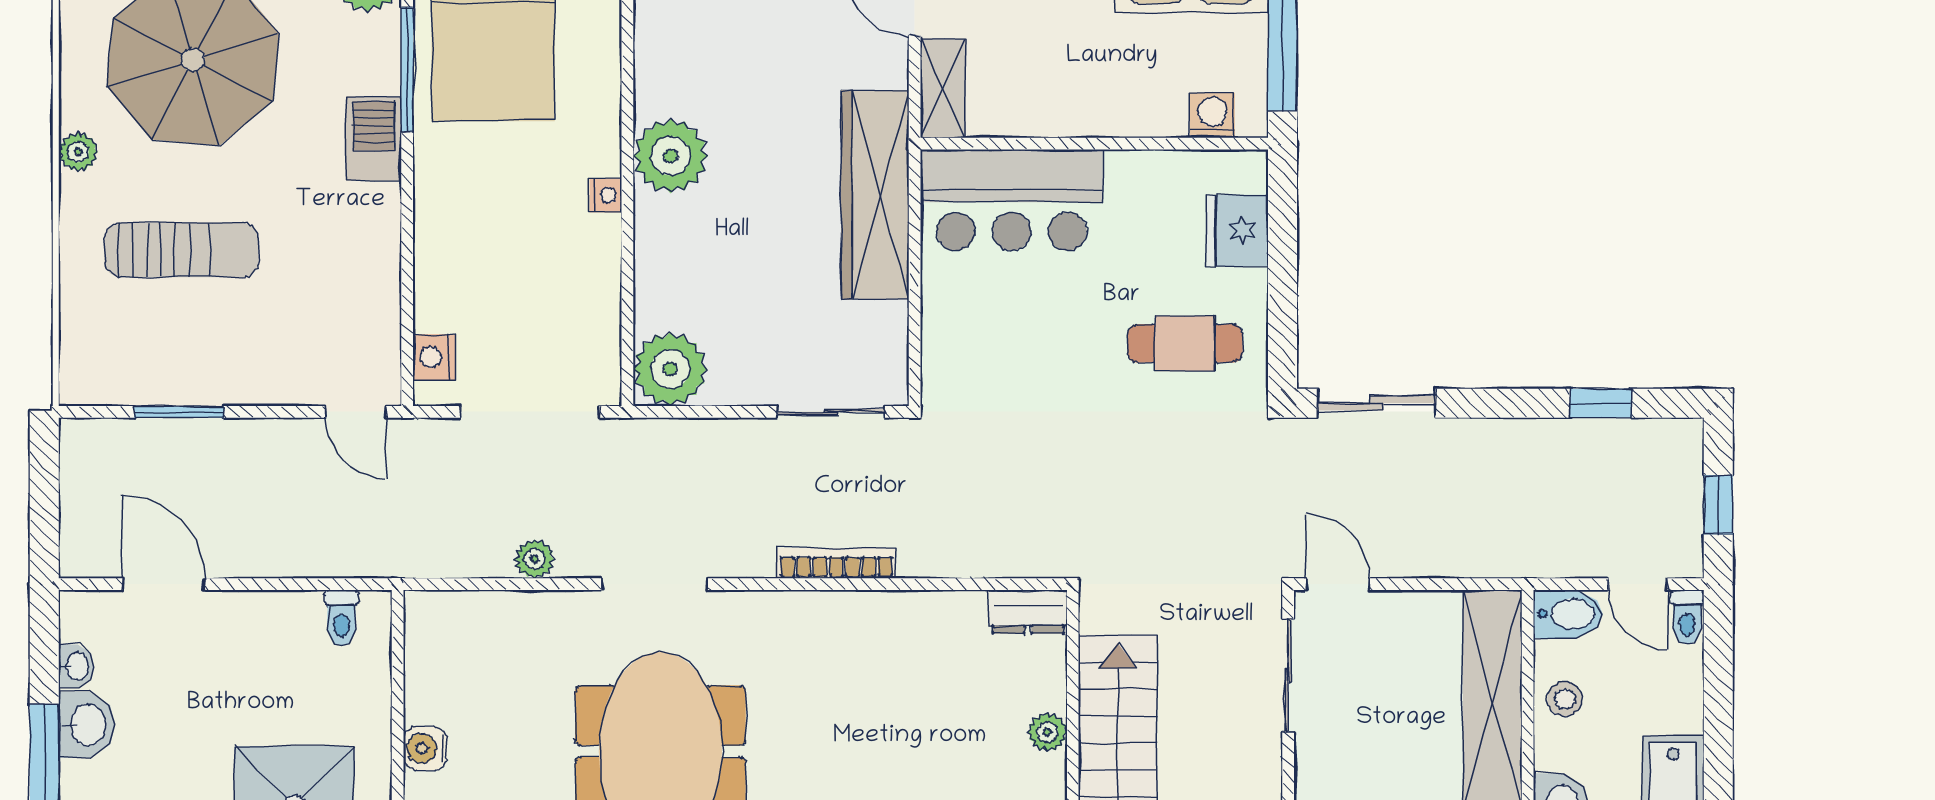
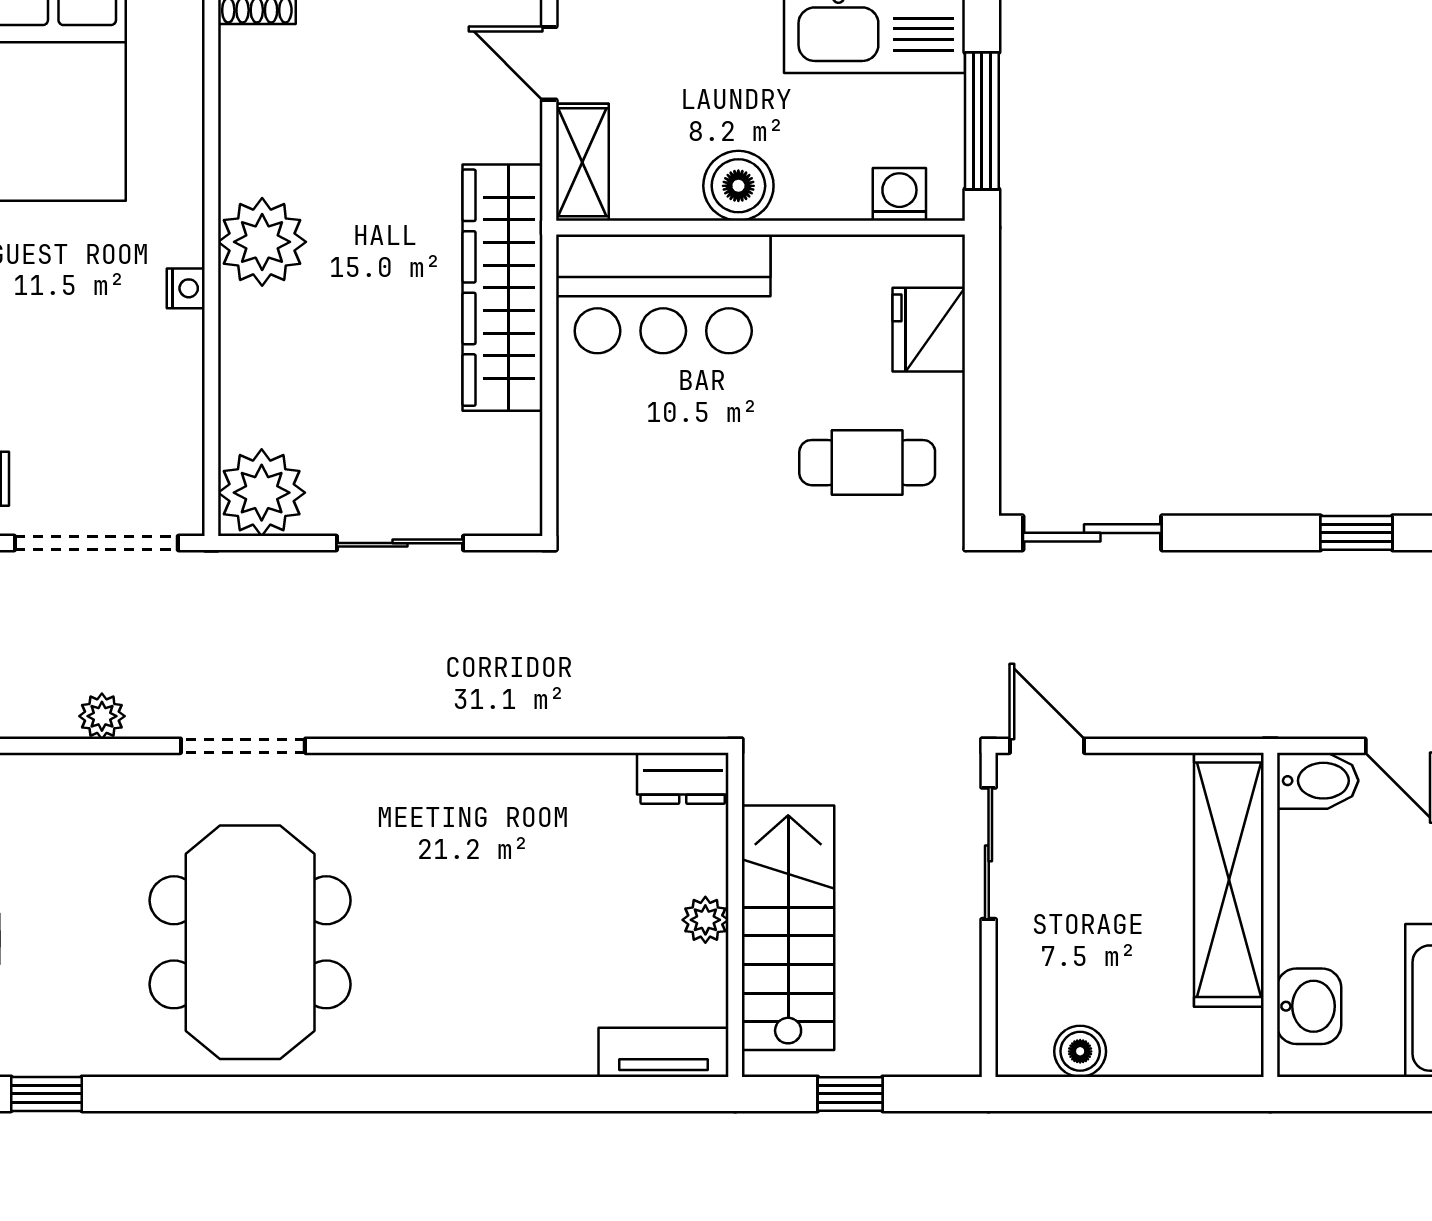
boiler: (1076, 108) -> (738, 186), added
sliding door: (831, 412) -> (400, 543), moved
bookcase: (836, 563) -> (457, 721), removed
stool: (1565, 699) -> (1314, 881), removed

